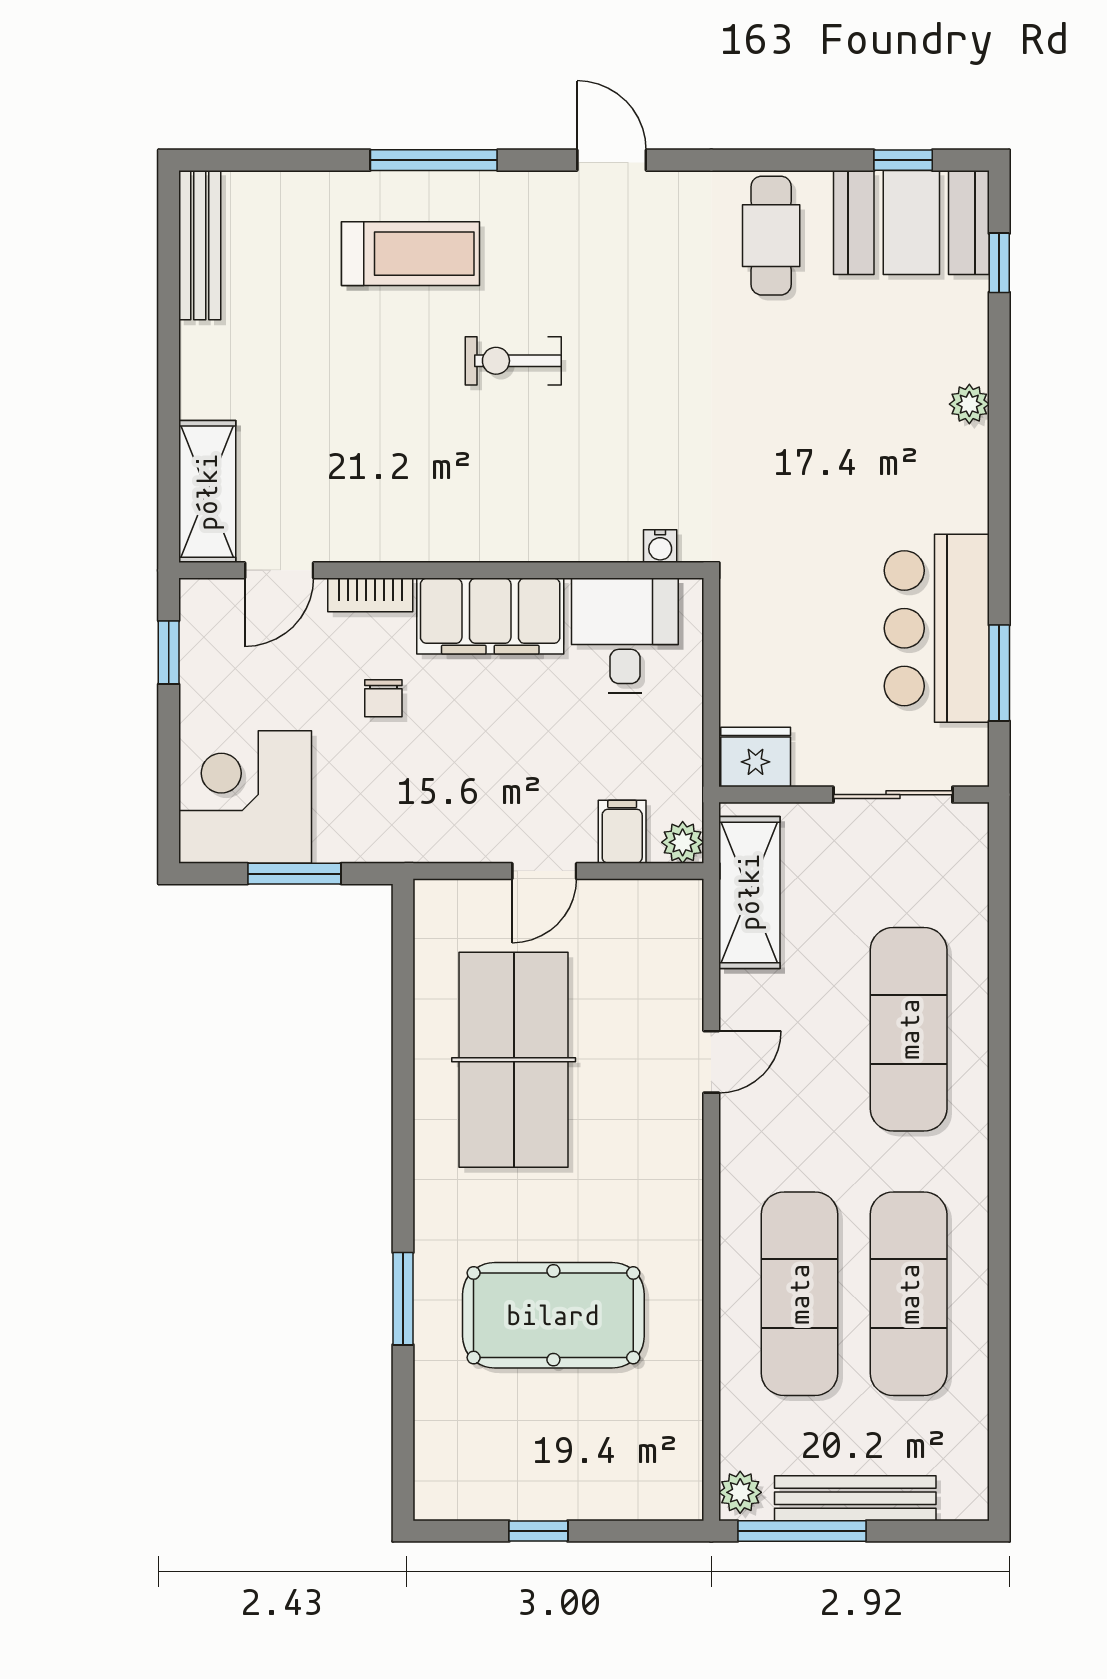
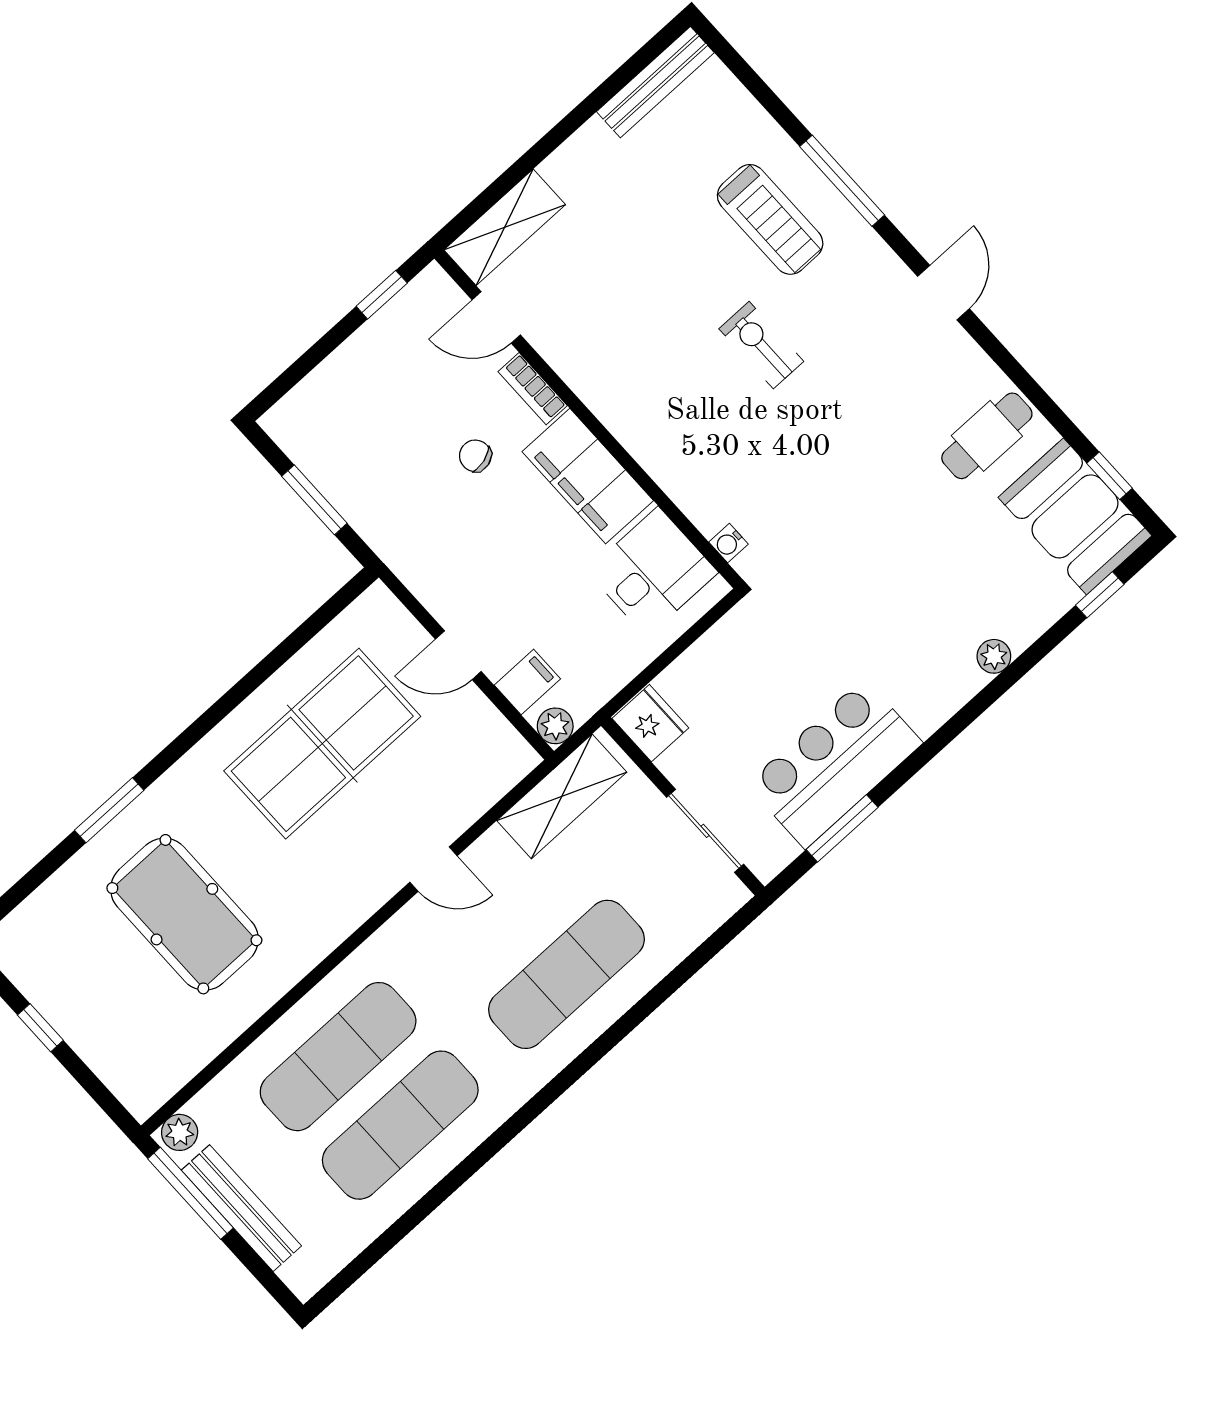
chair: (383, 698) -> (475, 456), turned 74
corner desk: (245, 797) -> (334, 425), removed

